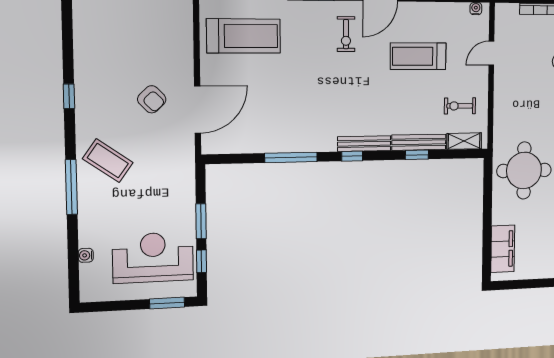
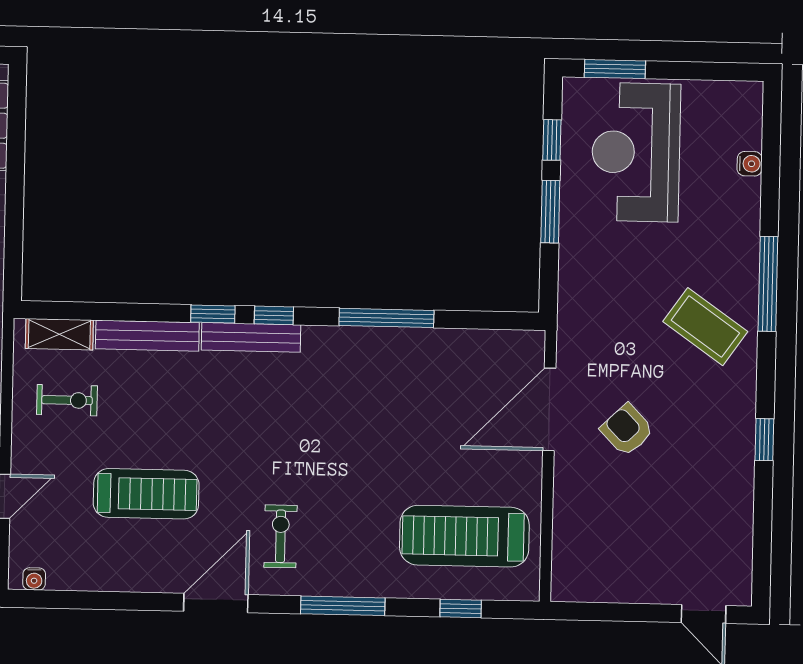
window: (417, 155) -> (213, 314), moved
reception desk: (153, 258) -> (636, 152), turned 90

